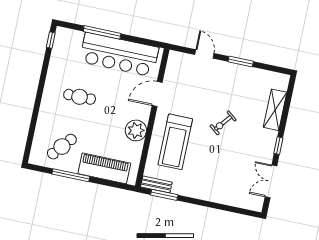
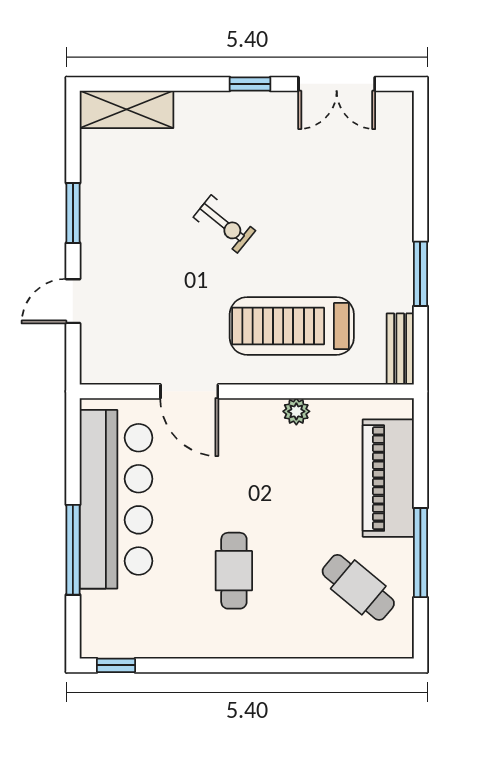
shelving: (275, 110) -> (126, 109), moved
plant: (136, 130) -> (296, 411), width x0.53, depth x0.53
treadmill: (175, 142) -> (292, 326), turned 180
window: (164, 195) -> (420, 274), moved

